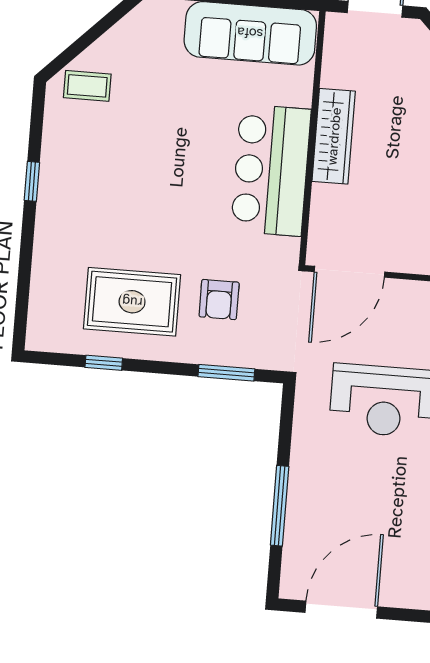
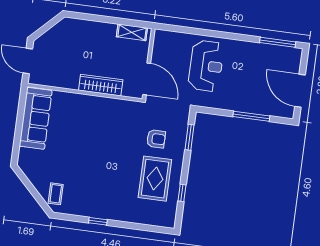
wardrobe: (334, 136) -> (101, 85), moved
bar counter: (271, 170) -> (98, 112), removed

